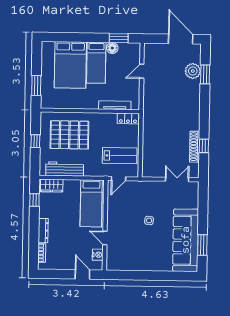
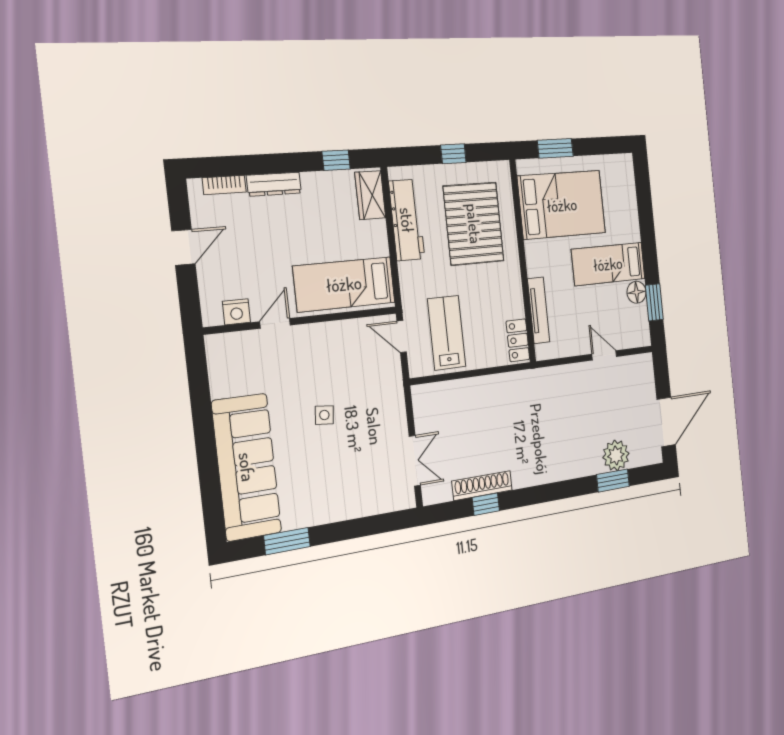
bed: (70, 65) -> (562, 205), moved, turned 180
lab bench: (120, 156) -> (447, 333), turned 180
sofa: (186, 240) -> (247, 467), moved, turned 90
door: (82, 274) -> (183, 247), moved

